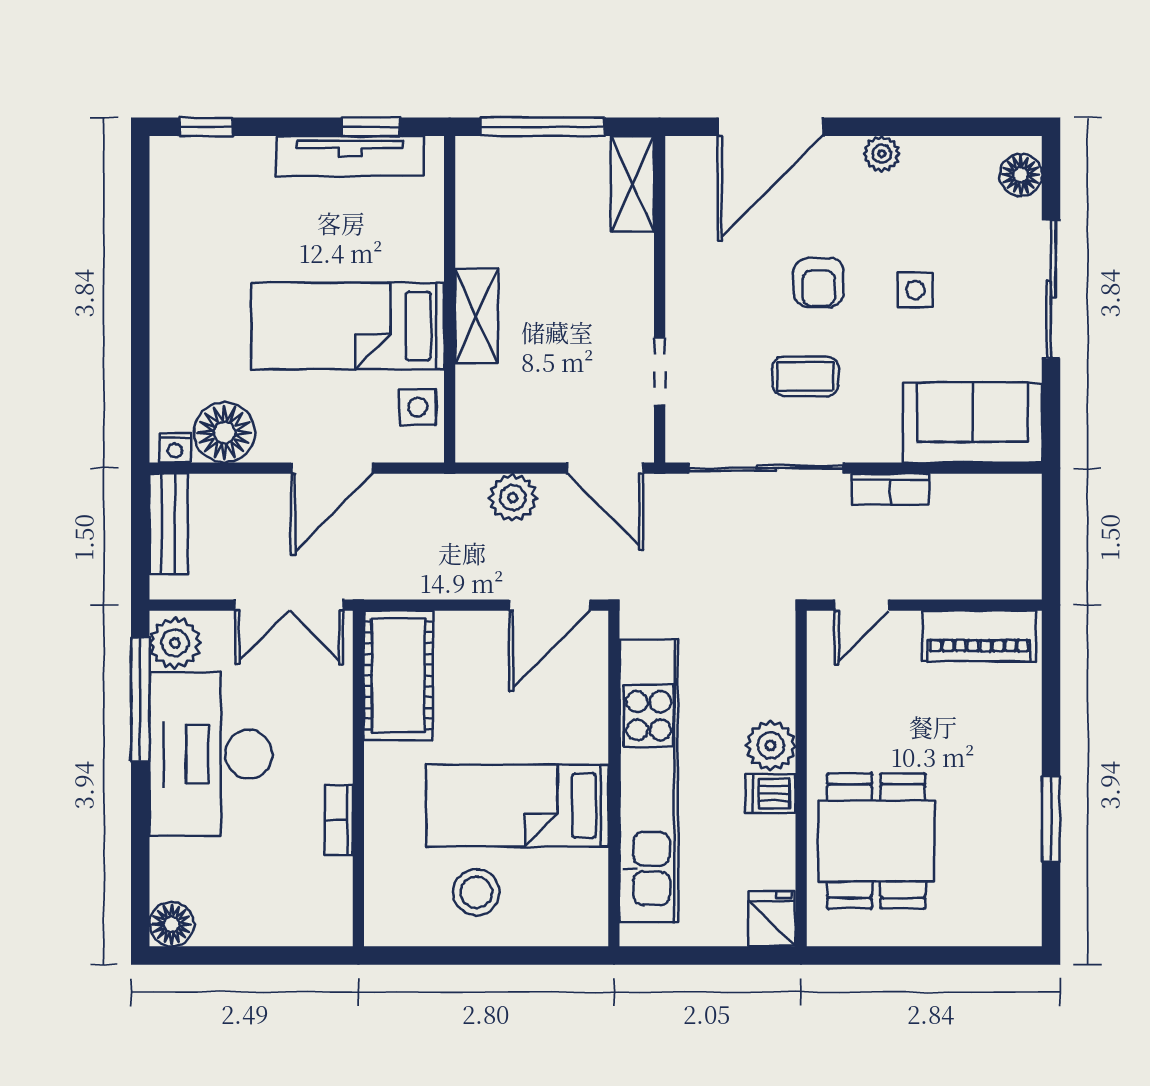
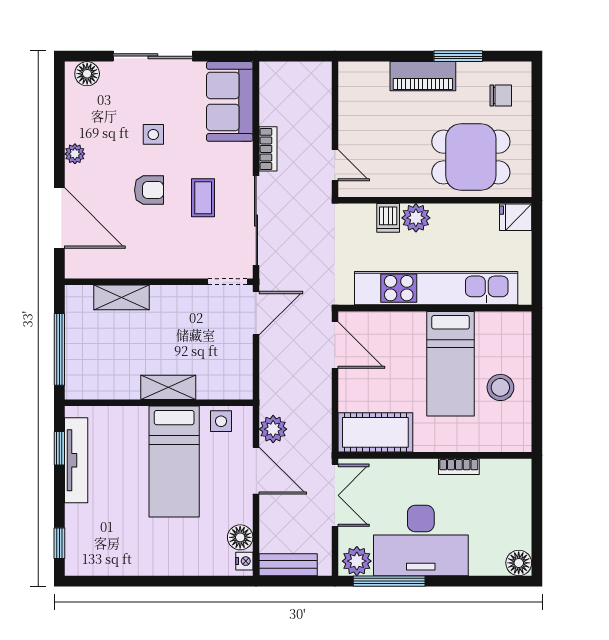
shelving: (633, 184) -> (121, 297), moved
doorway: (660, 371) -> (228, 282), moved
floor lamp: (224, 432) -> (240, 537), width x0.73, depth x0.73
plant: (513, 498) -> (273, 429), moved
piano: (979, 636) -> (423, 76), moved, turned 90
dishwasher: (770, 794) -> (388, 218), moved
chair: (983, 893) -> (501, 96), added

